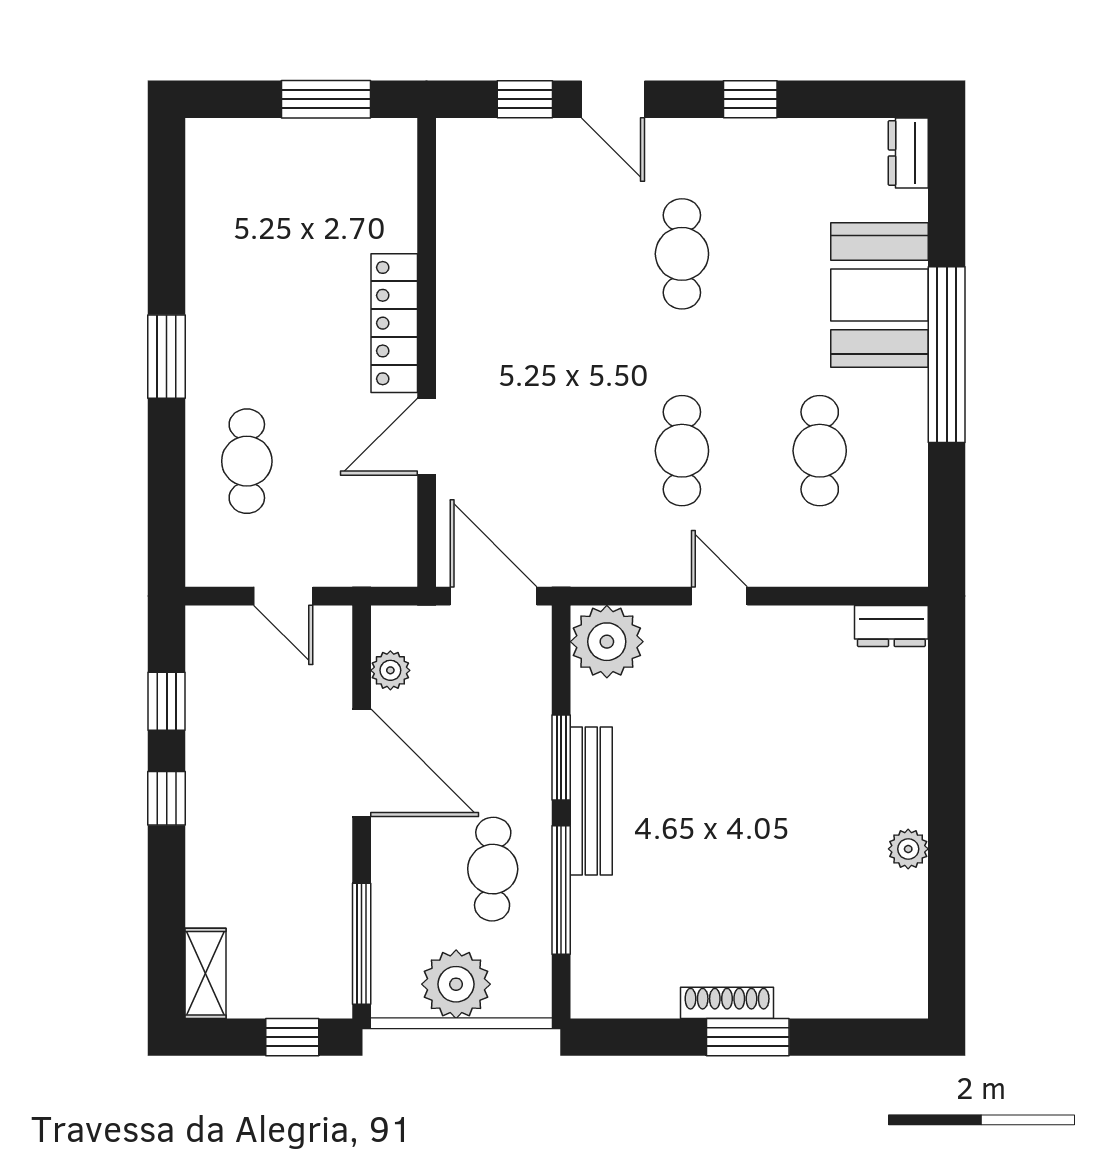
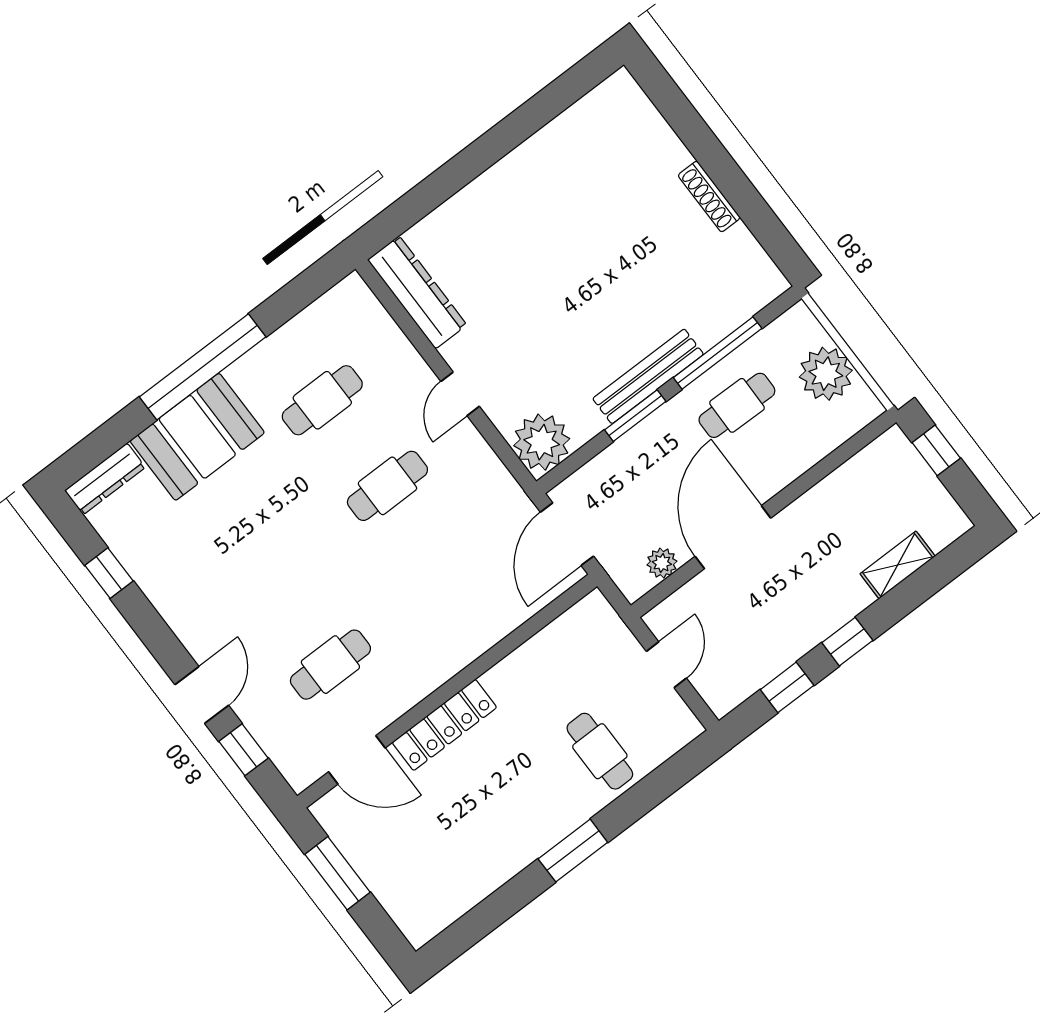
window: (750, 99) -> (109, 573), moved
dresser: (908, 153) -> (105, 479), width x1.44
cafe table: (682, 254) -> (330, 665), moved
door: (427, 437) -> (357, 760), moved
cafe table: (247, 461) -> (600, 751), turned 90
dresser: (891, 626) -> (417, 292), width x1.96, depth x1.24
plant: (908, 849) -> (528, 157), removed
window: (362, 944) -> (845, 452), removed
shelving: (205, 973) -> (898, 565), moved
window: (748, 1037) -> (721, 167), removed

